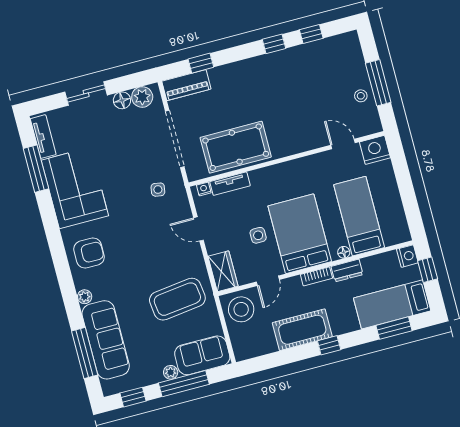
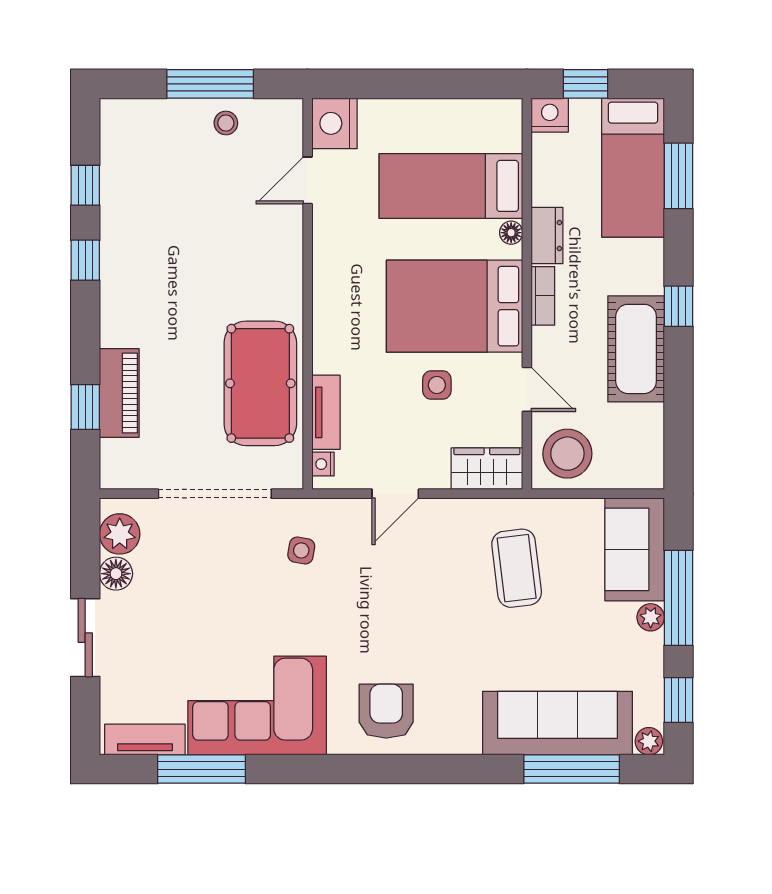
piano: (186, 85) -> (119, 393), moved
plant: (85, 297) -> (649, 741), moved
coffee table: (177, 299) -> (517, 568), width x0.73, depth x0.76

